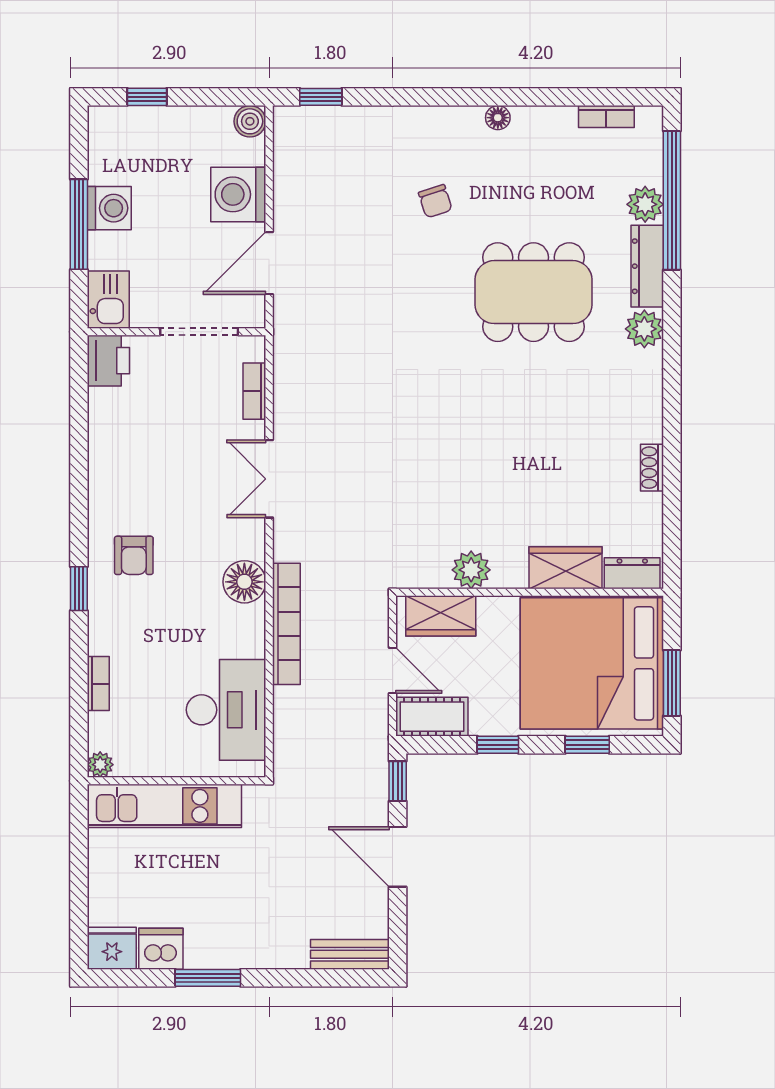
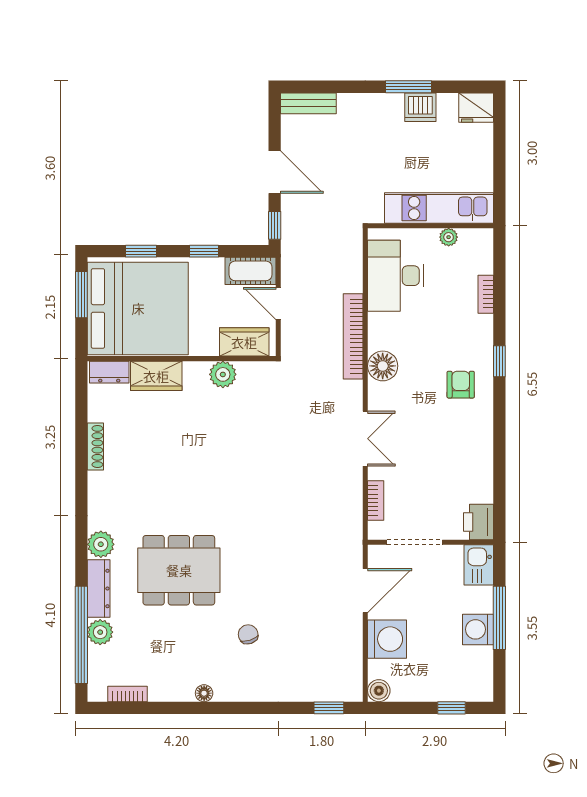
shoe rack: (652, 468) -> (95, 446), width x1.43
plant: (100, 765) -> (449, 237), moved
dishwasher: (161, 949) -> (420, 107), moved

